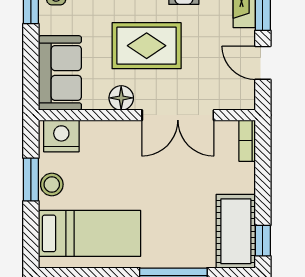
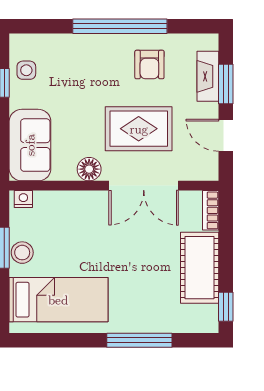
rug: (147, 46) -> (139, 129), moved
nightstand: (61, 136) -> (23, 199), width x0.53, depth x0.56
cot: (236, 231) -> (200, 268), moved

